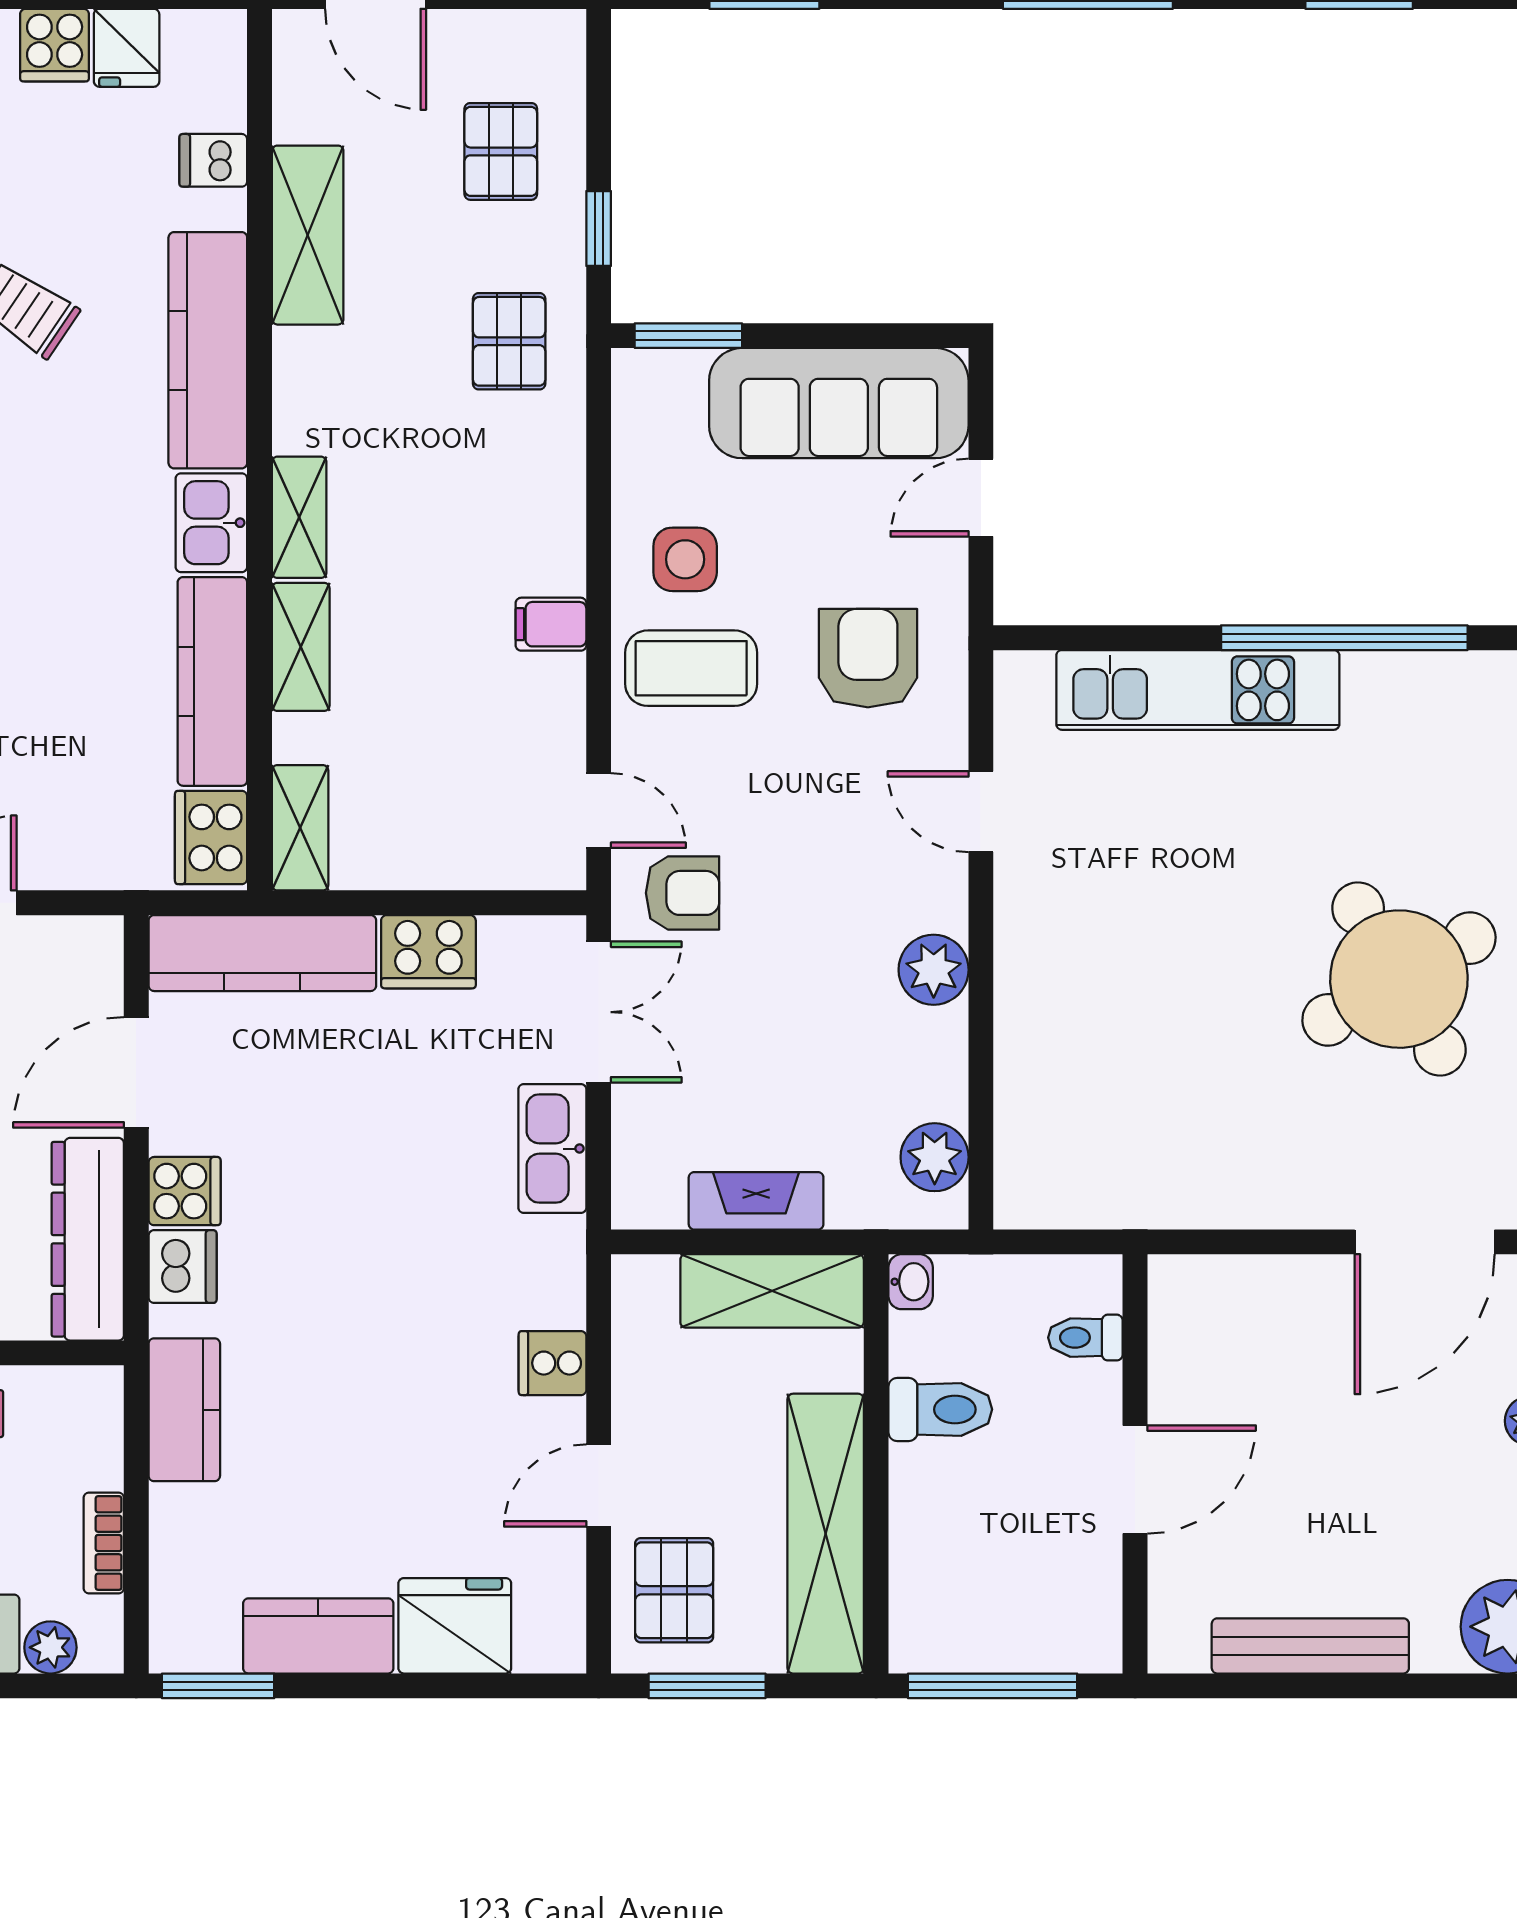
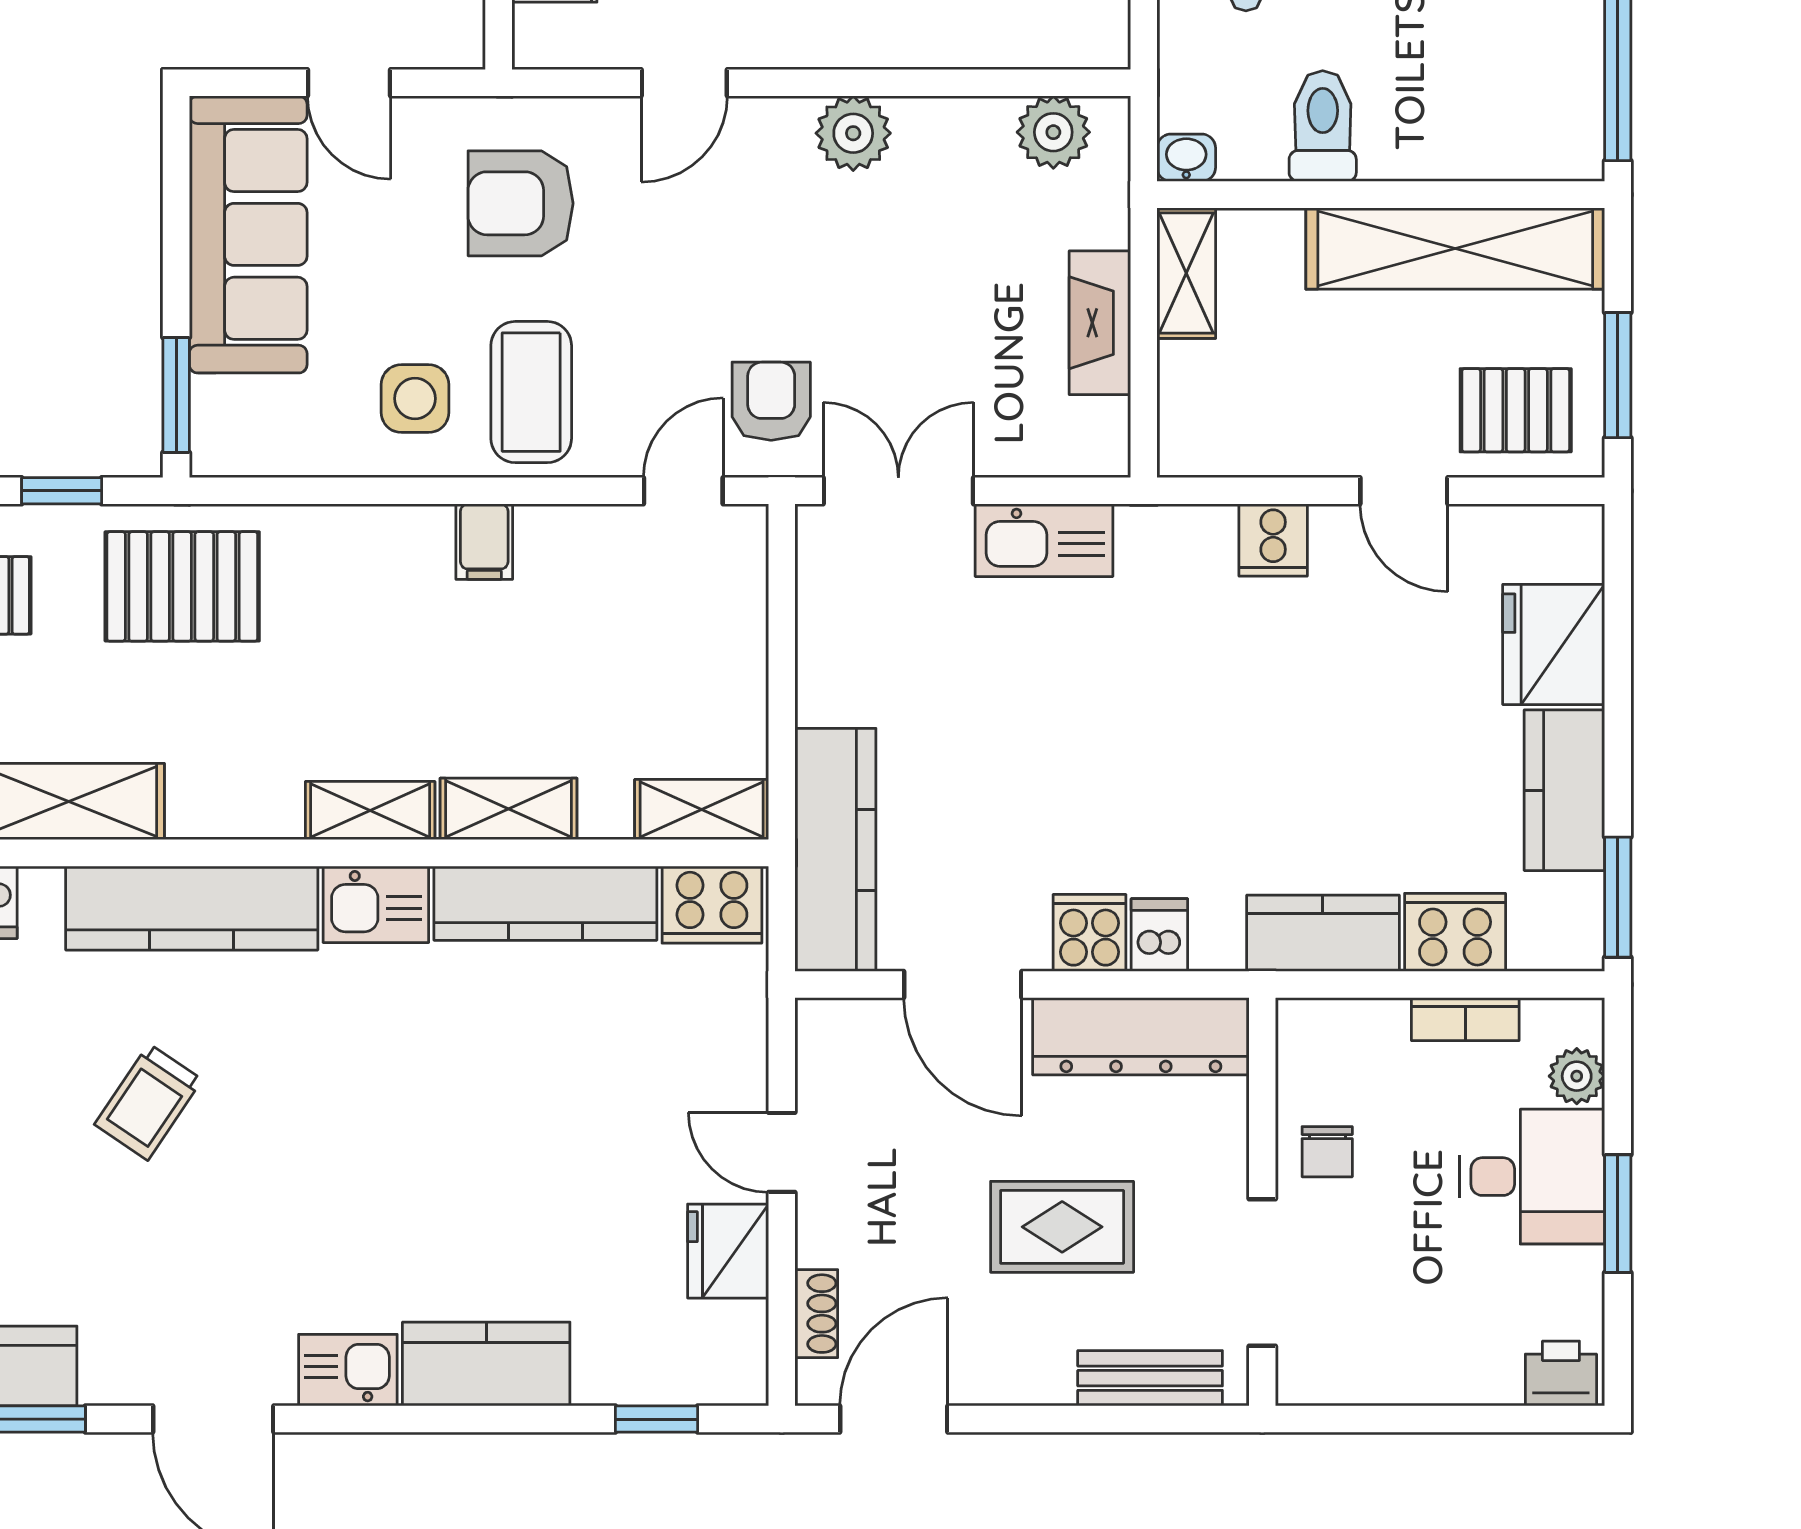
pallet: (509, 341) -> (182, 586), width x1.50, depth x1.42
cooker: (428, 952) -> (1455, 932), moved, turned -90
dishwasher: (183, 1267) -> (1159, 935), width x0.73
shelving: (772, 1291) -> (1186, 273), width x0.67, depth x0.75

